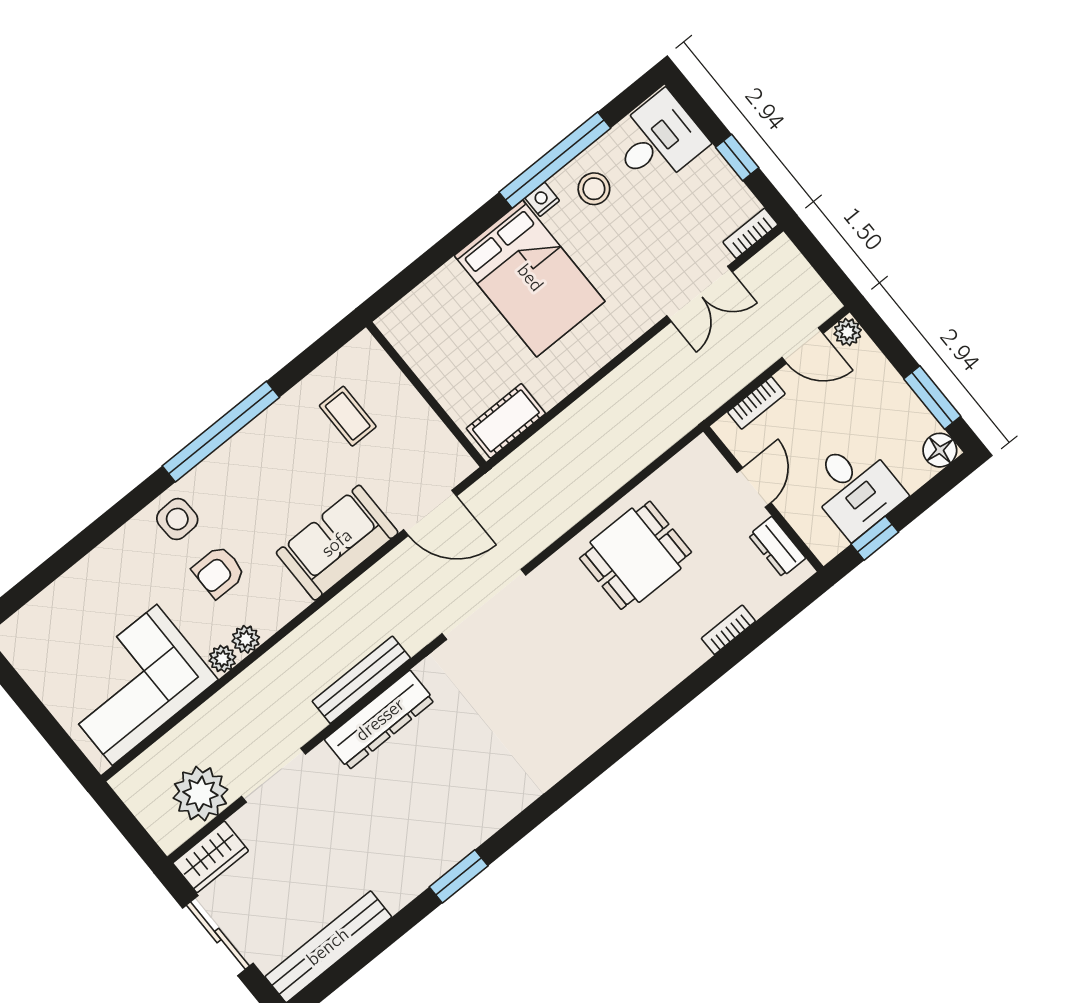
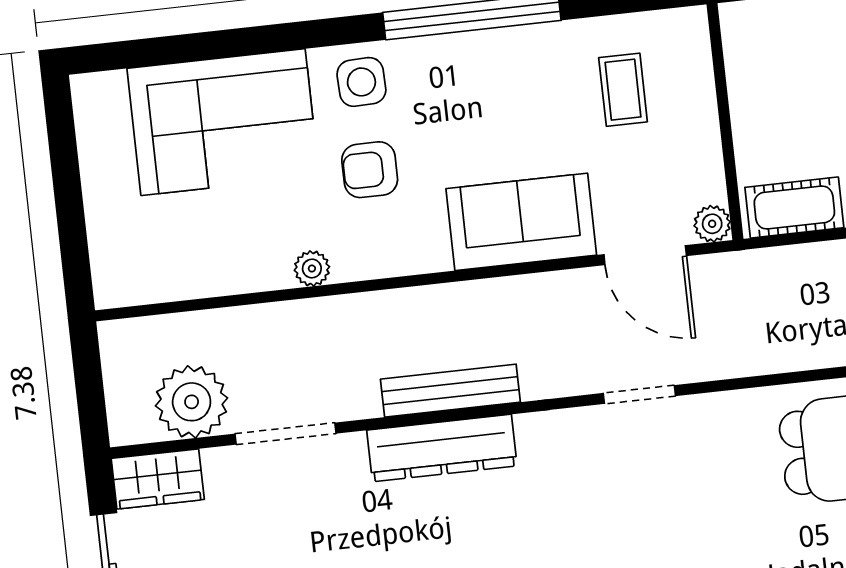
doorway: (484, 604) -> (639, 395), width x0.53
plant: (246, 639) -> (712, 224), moved
corner sofa: (135, 685) -> (223, 122), moved, turned 180

